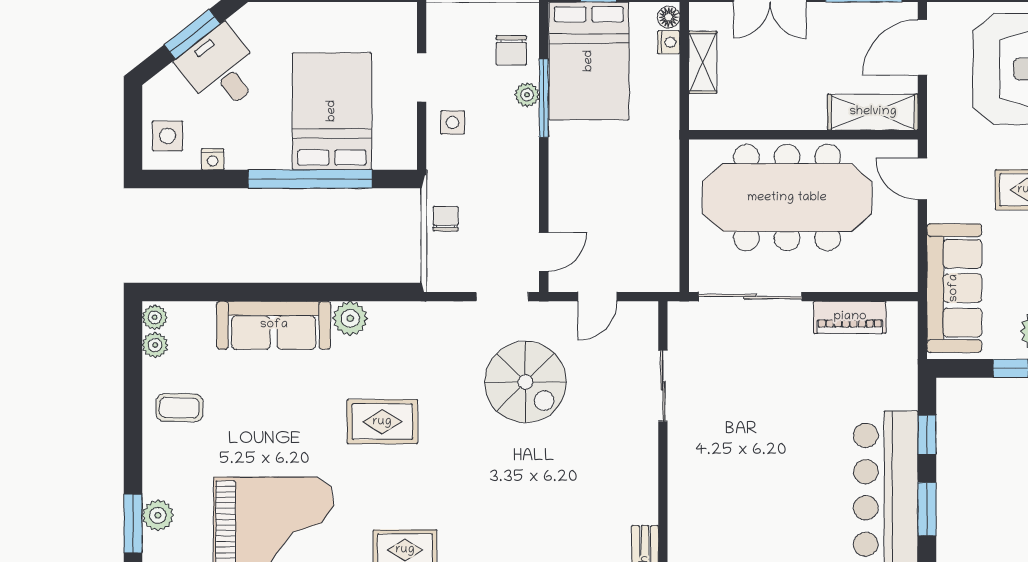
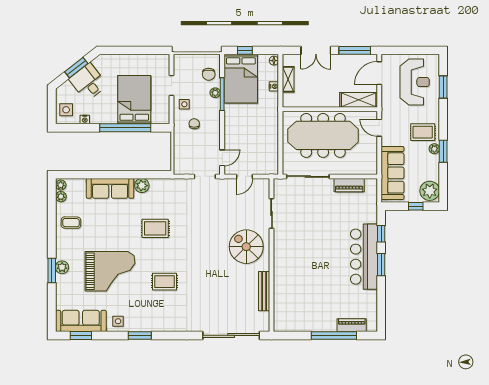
nightstand: (669, 42) -> (274, 86), moved
chair: (446, 219) -> (194, 124), moved
spiral stairs: (525, 382) -> (246, 247), moved, turned 180

